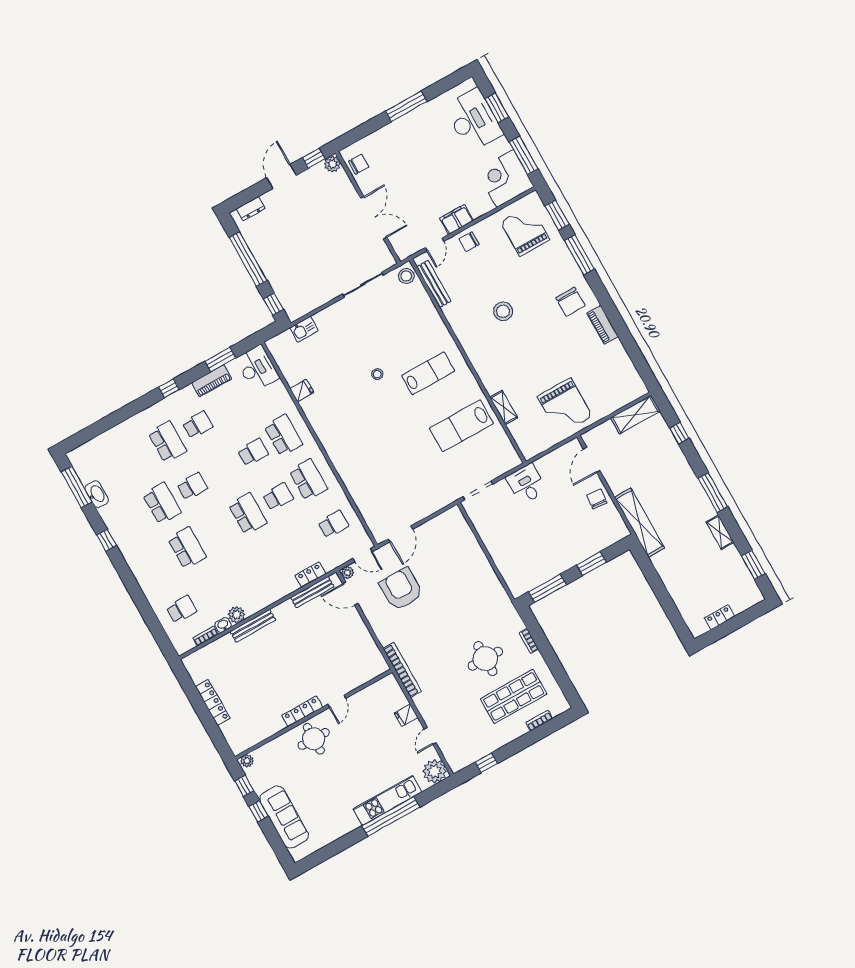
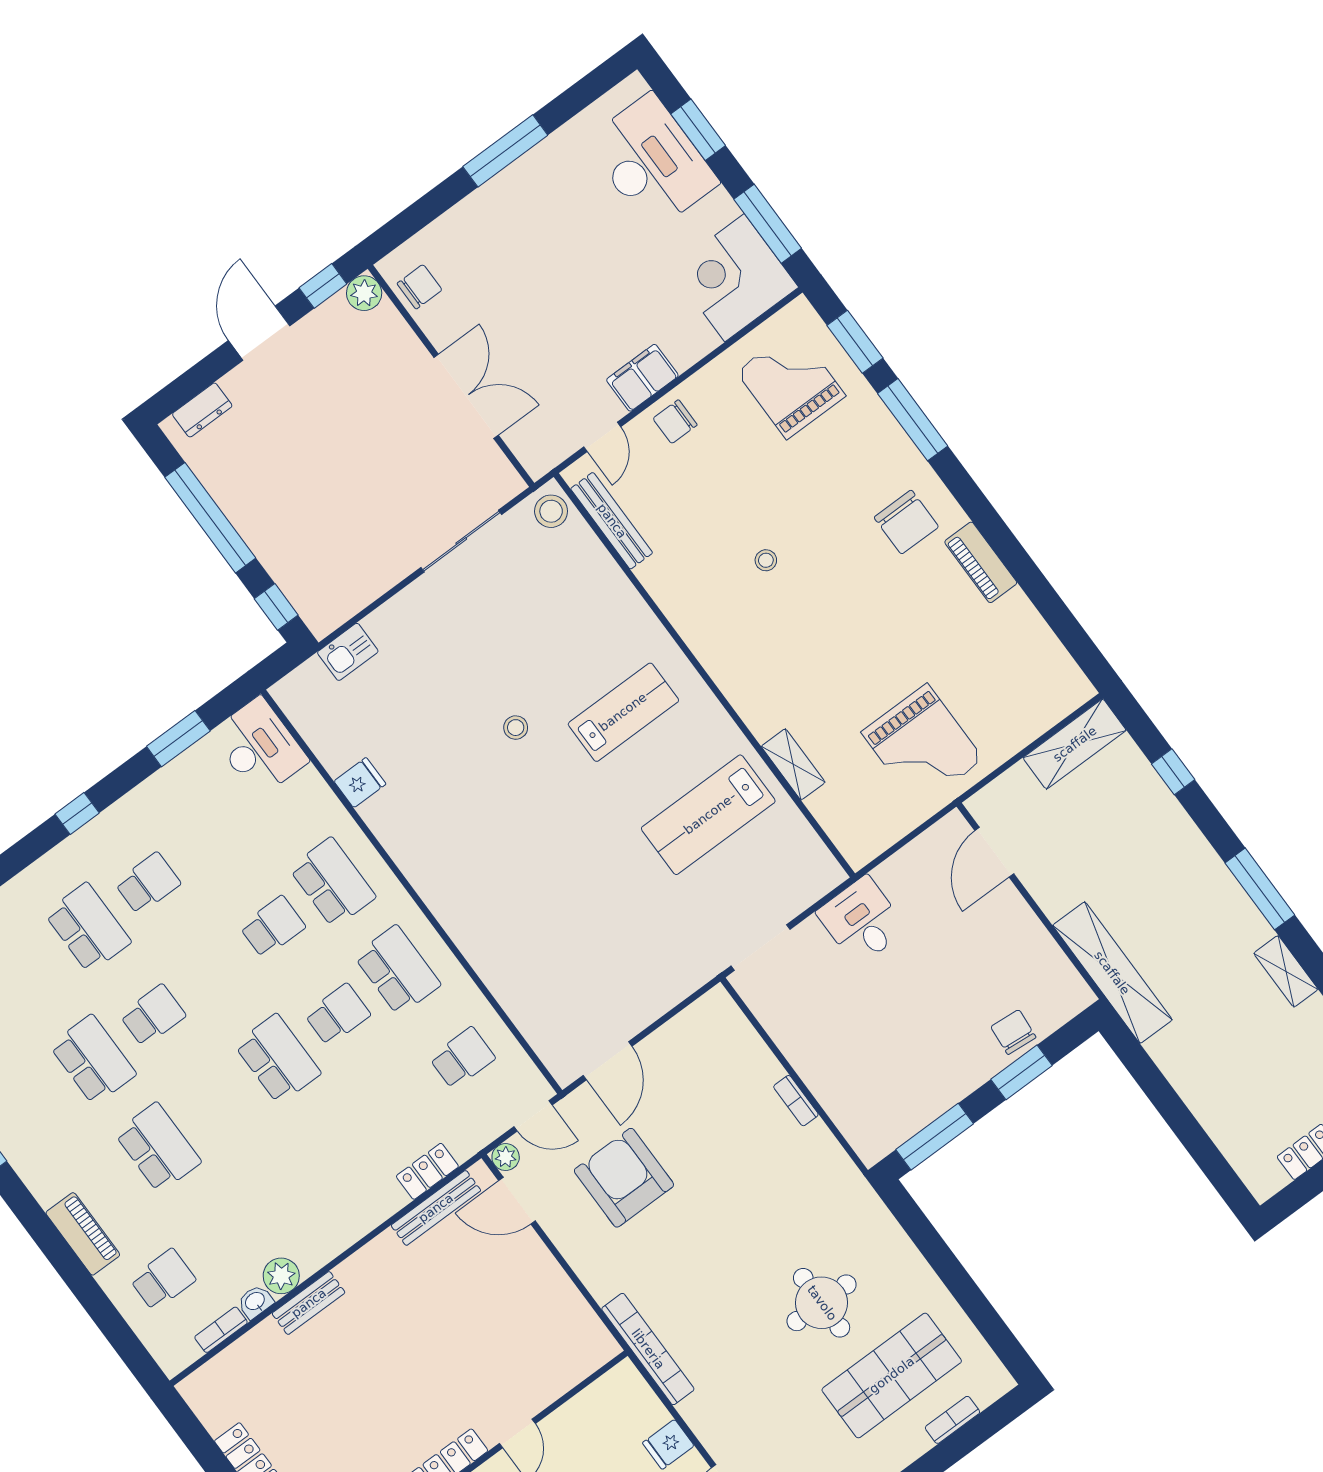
stool: (503, 311) -> (766, 560), width x0.53, depth x0.53
piano: (212, 381) -> (83, 1234), moved, turned -90
chair: (597, 499) -> (1013, 1032), moved
bench: (253, 626) -> (309, 1303), width x0.73
bookcase: (529, 641) -> (796, 1101), moved

